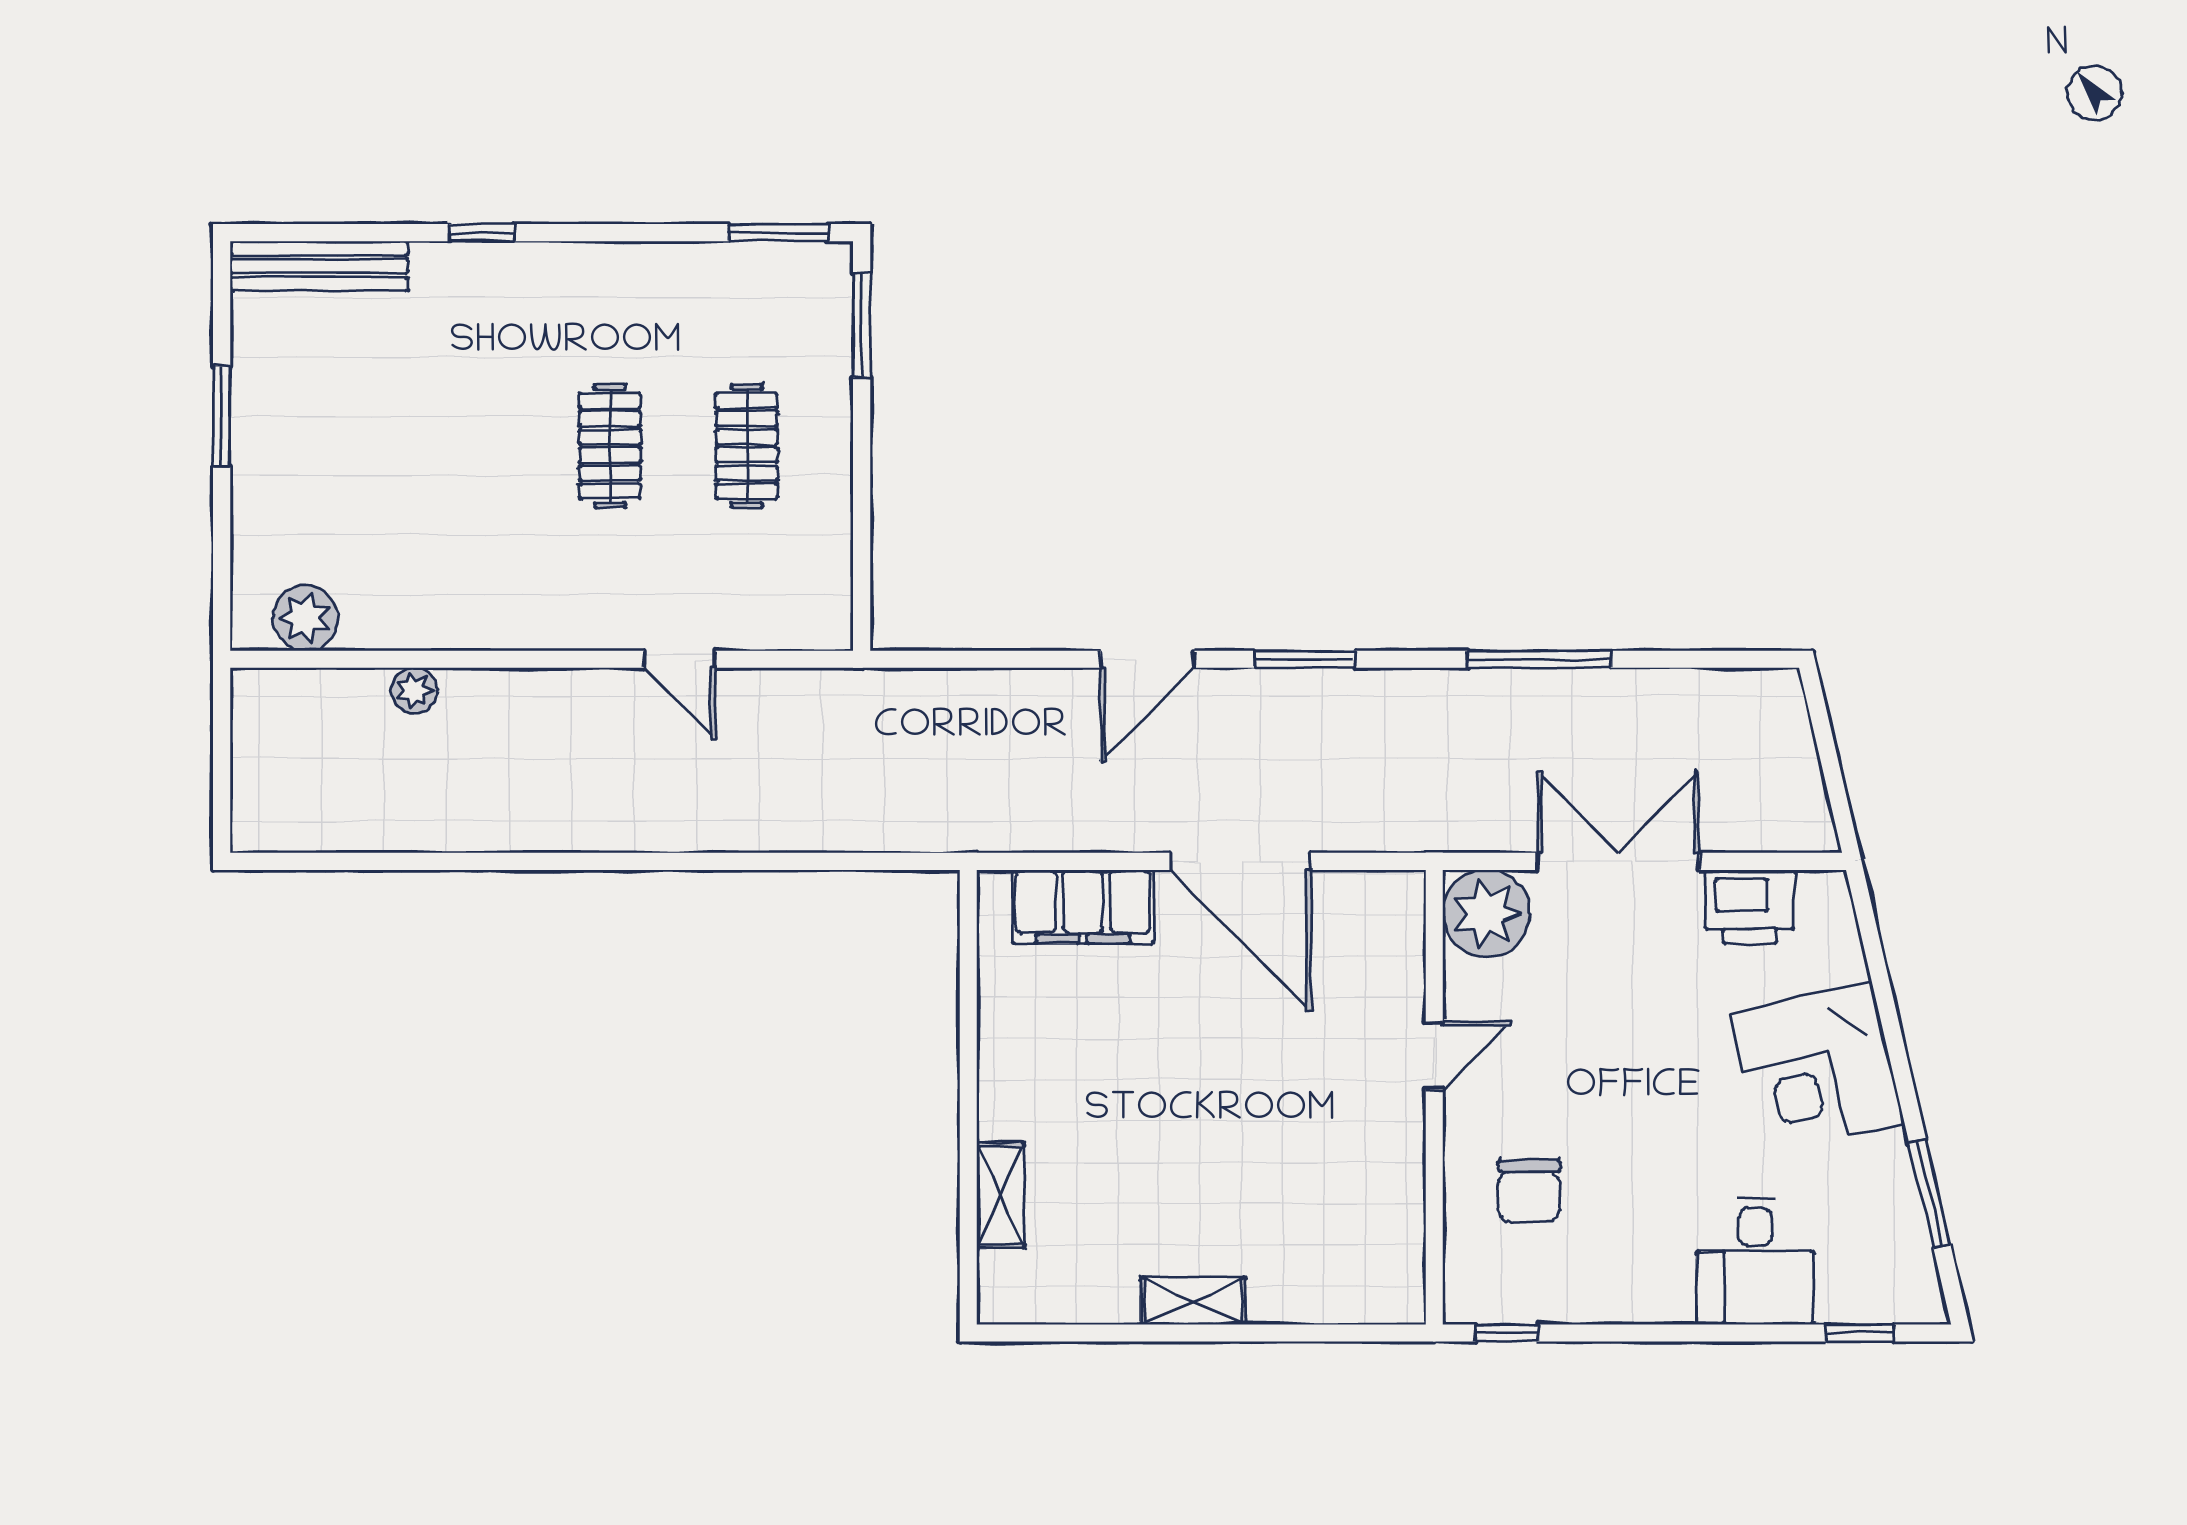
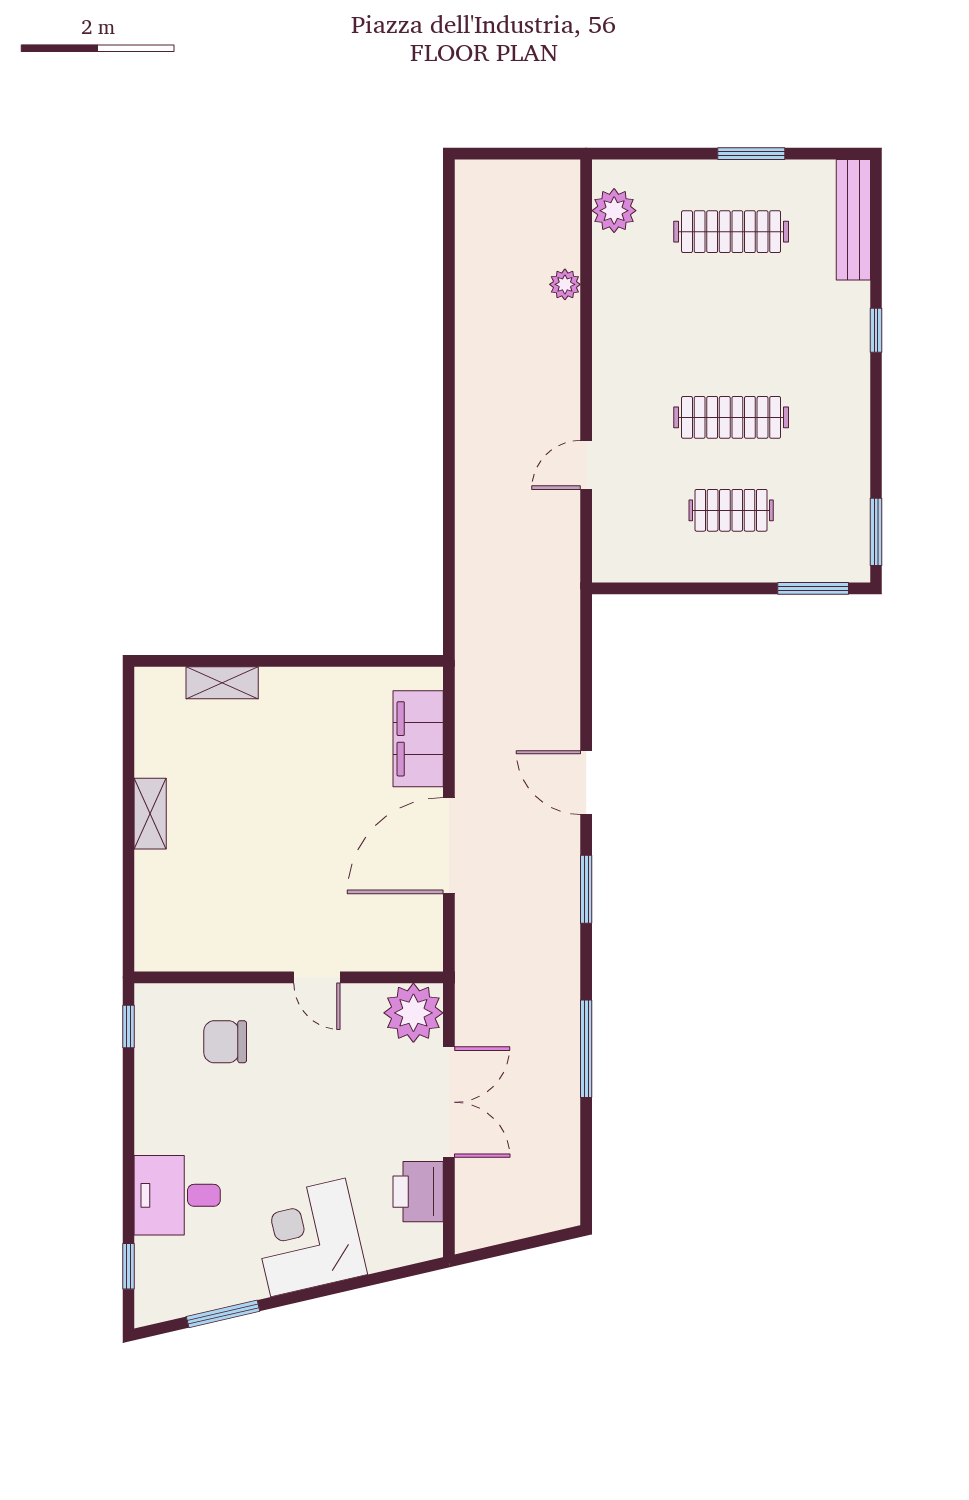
clothes rail: (336, 446) -> (731, 232), added
clothes rail: (610, 446) -> (731, 417), width x1.36

